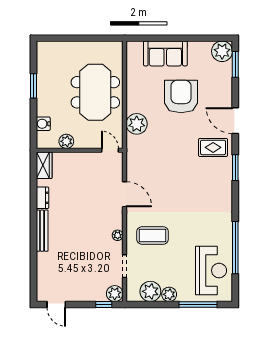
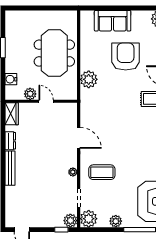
door: (110, 150) -> (46, 101), moved
plant: (150, 291) -> (89, 219), moved

